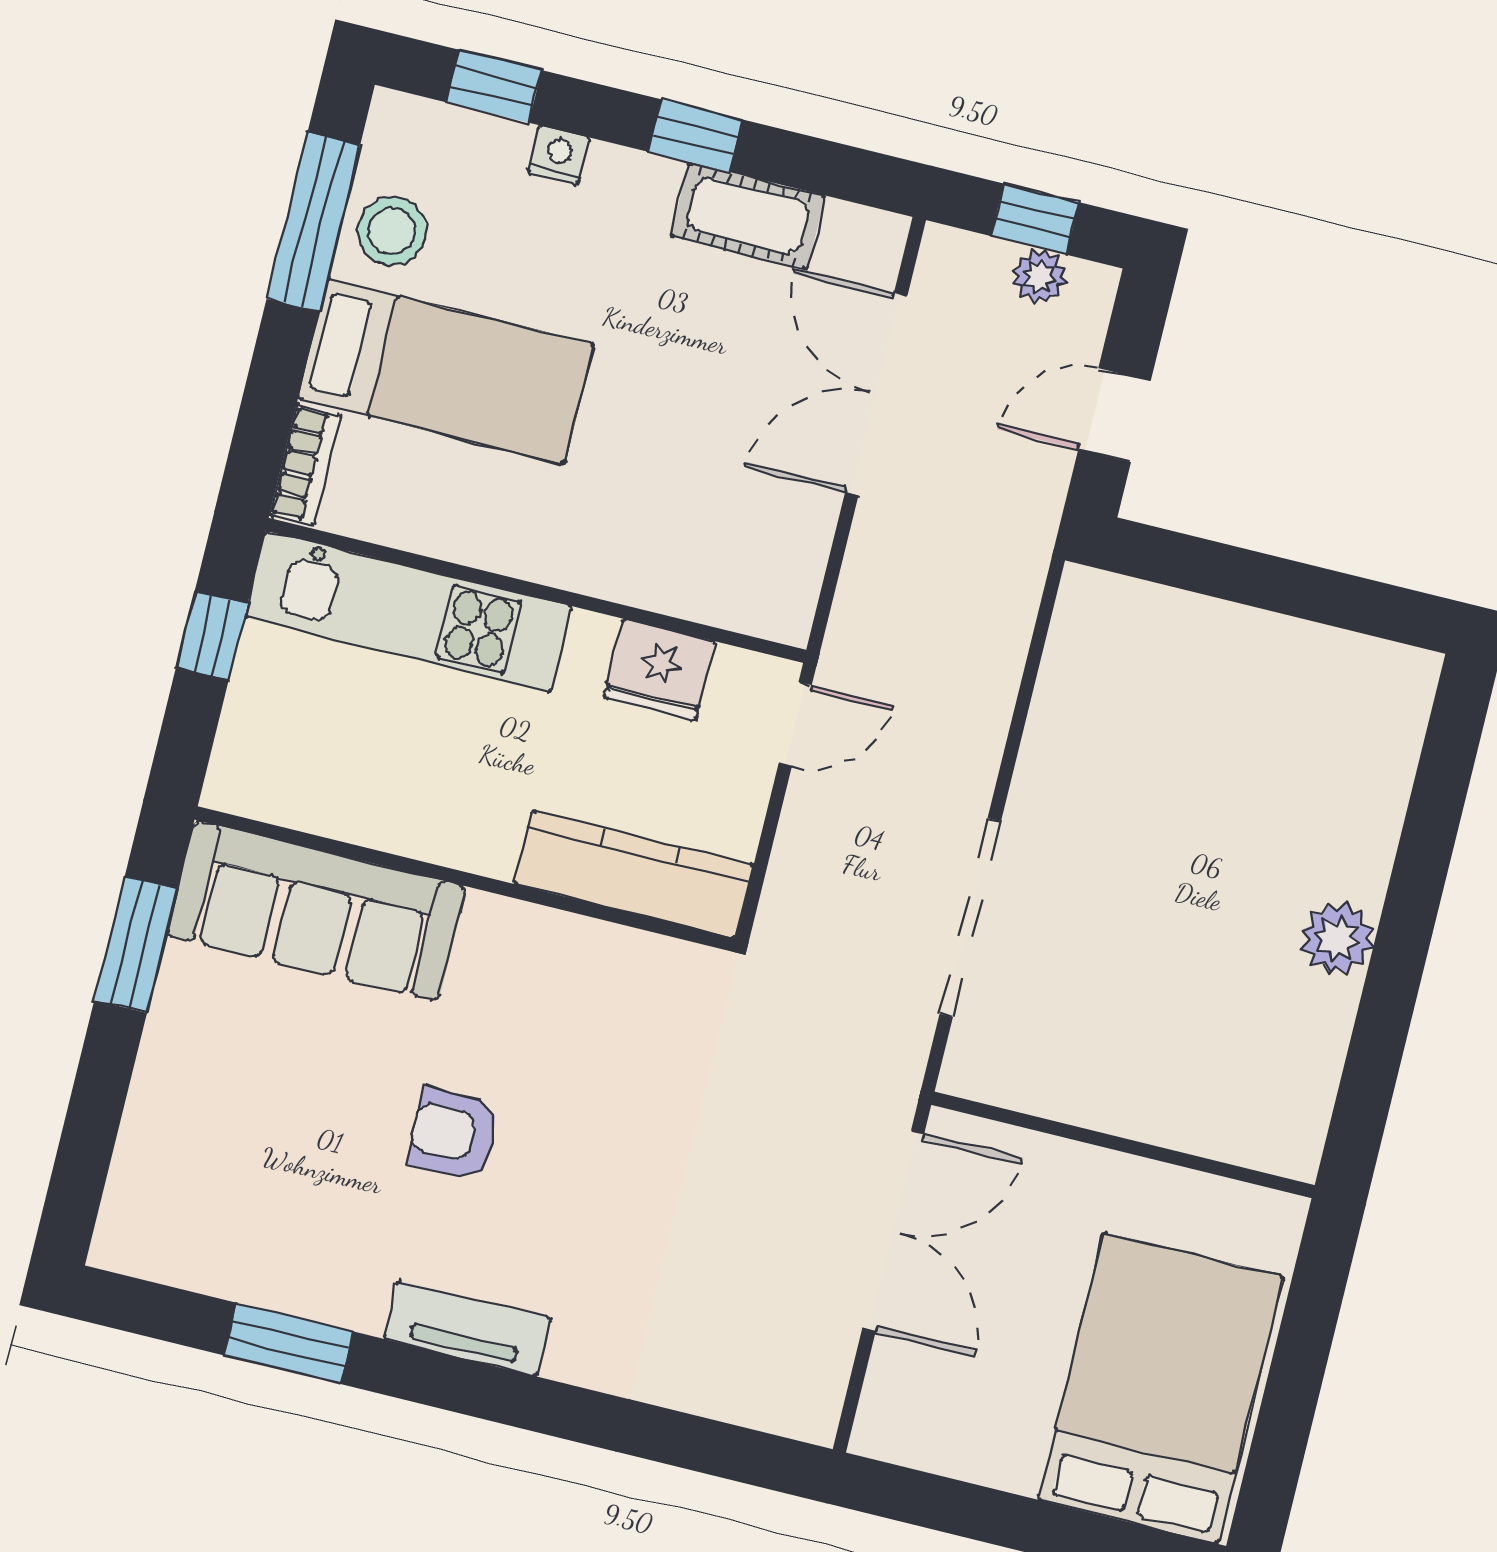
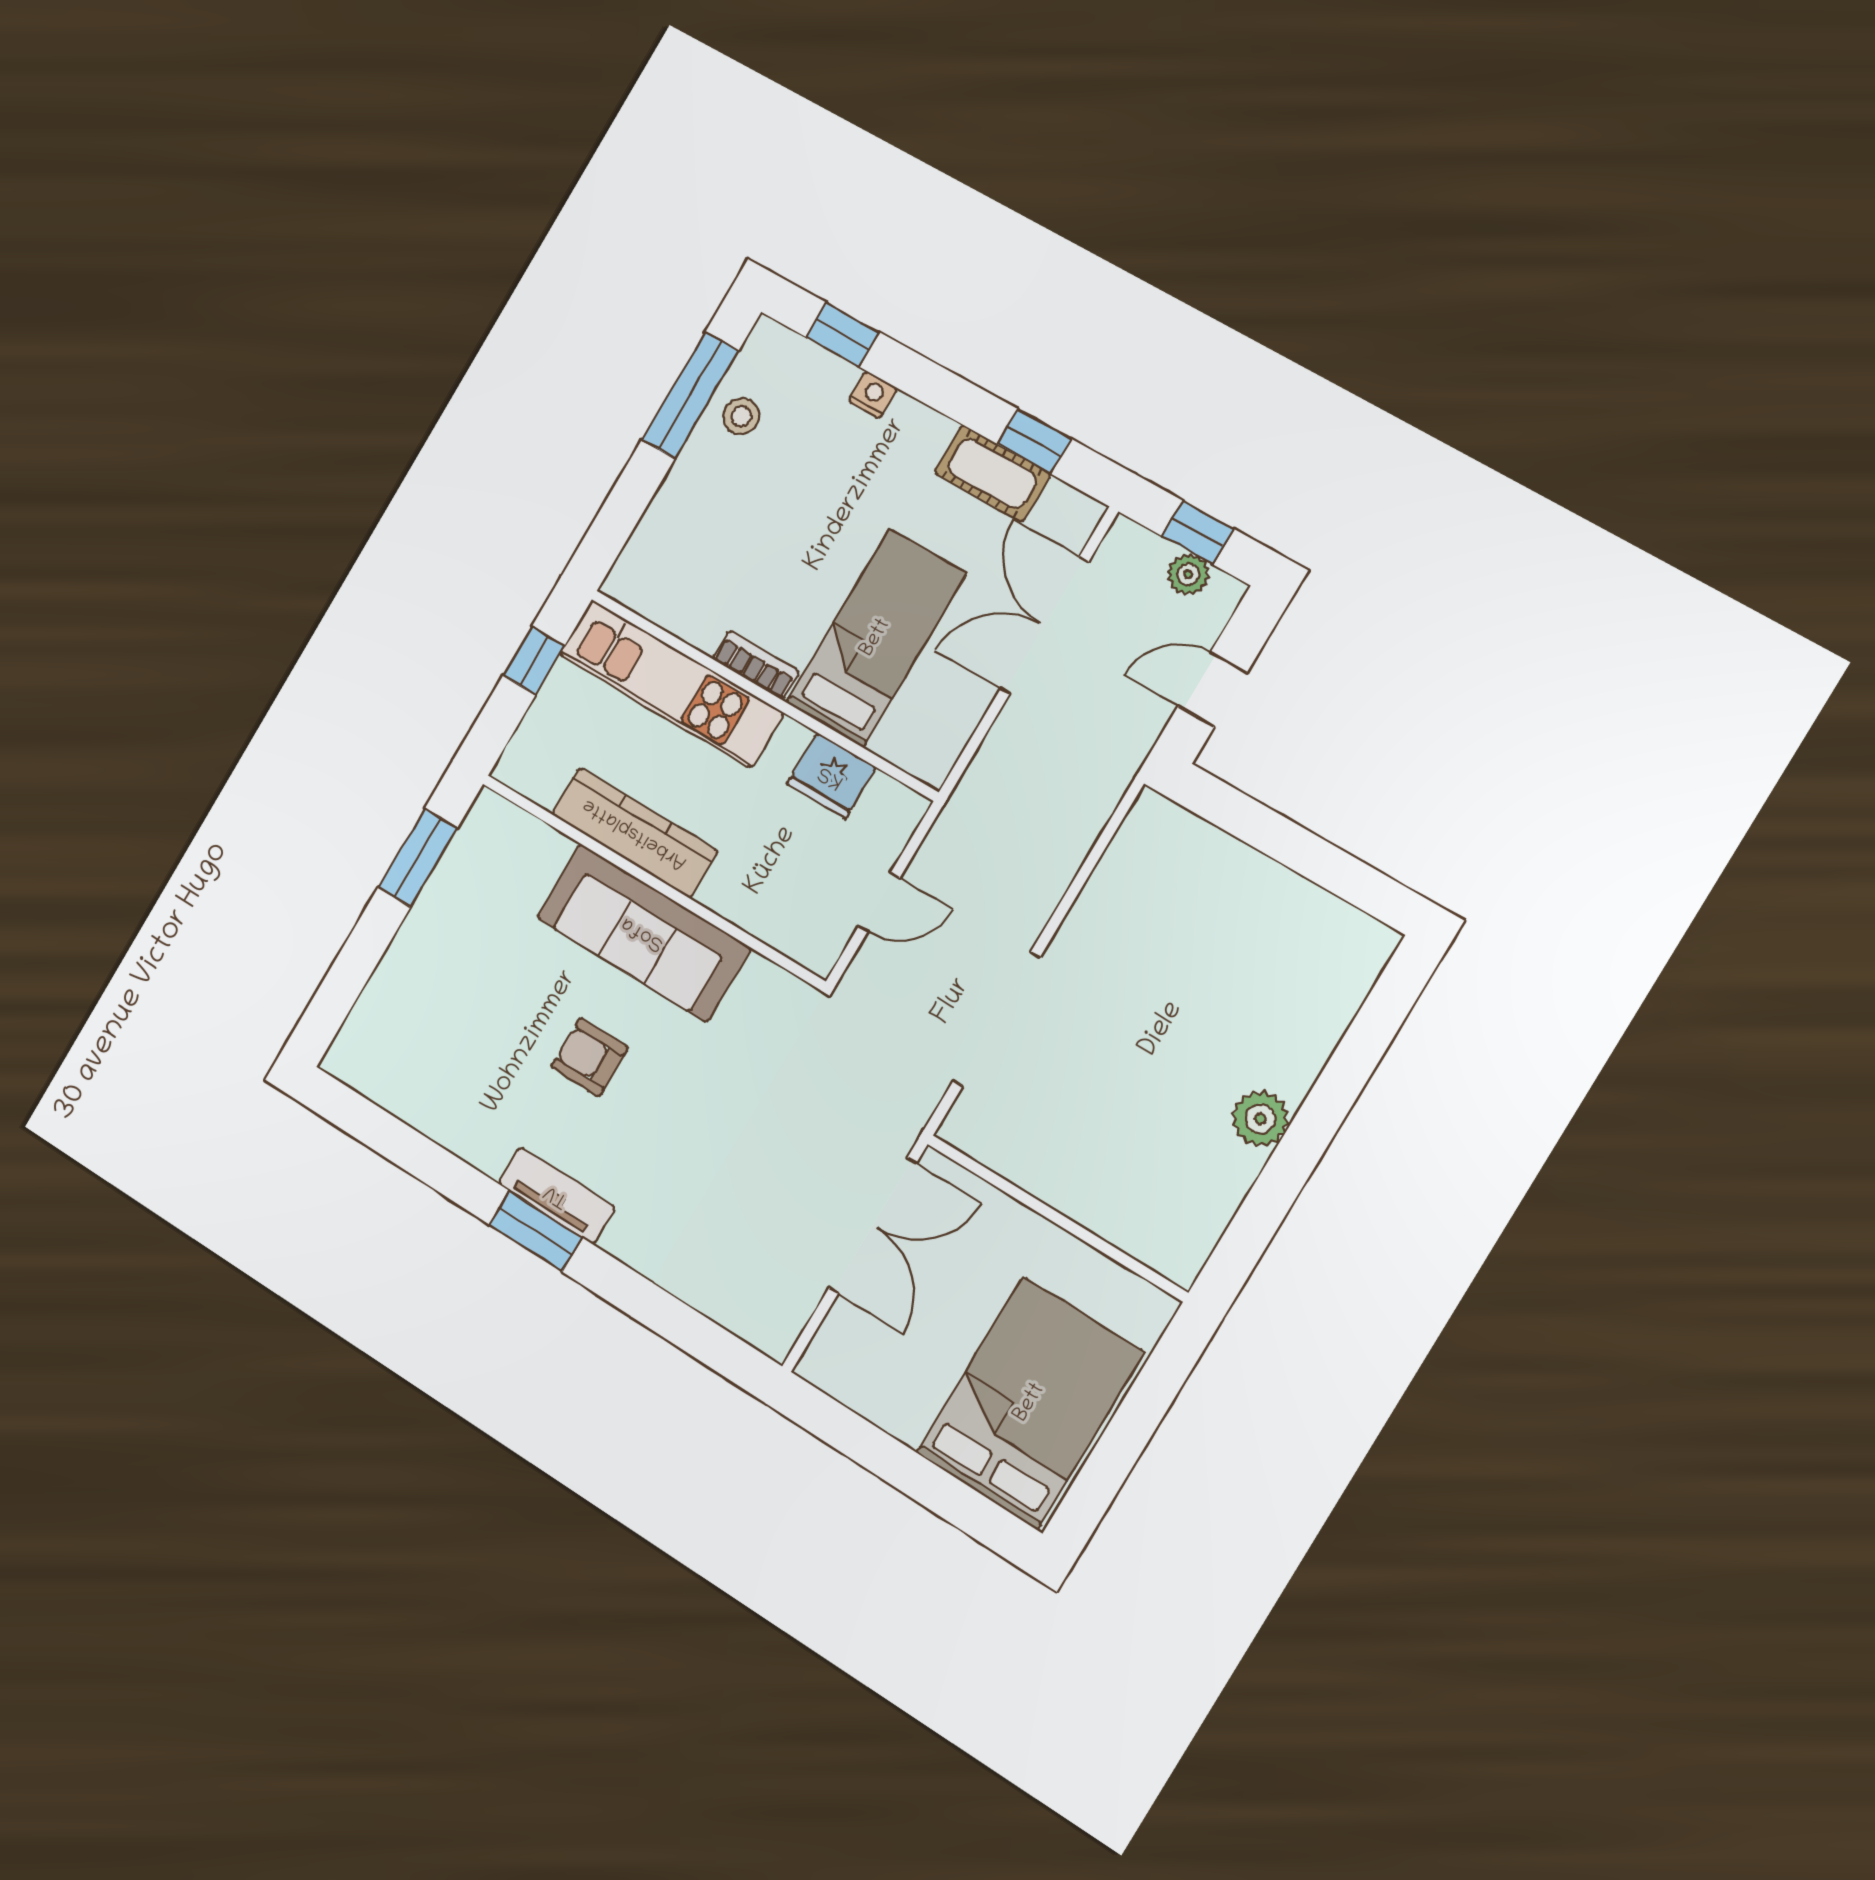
window: (695, 136) -> (1034, 441), moved
stool: (392, 231) -> (741, 416), width x0.73, depth x0.73
bed: (446, 371) -> (876, 638), moved, turned -90
bookcase: (305, 465) -> (756, 665), moved, turned -90
door: (795, 724) -> (879, 902), moved
kitchen counter: (634, 874) -> (635, 833), moved
sofa: (316, 911) -> (643, 933), moved
window: (288, 1343) -> (536, 1231), moved

